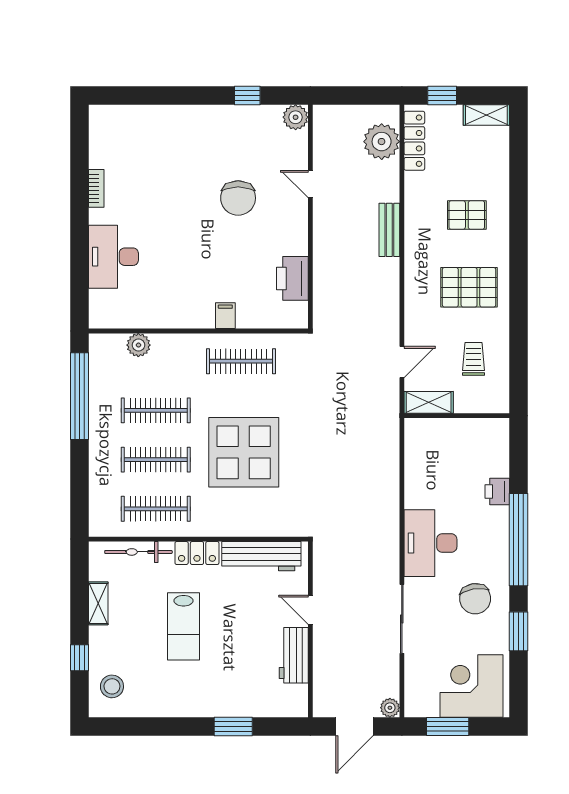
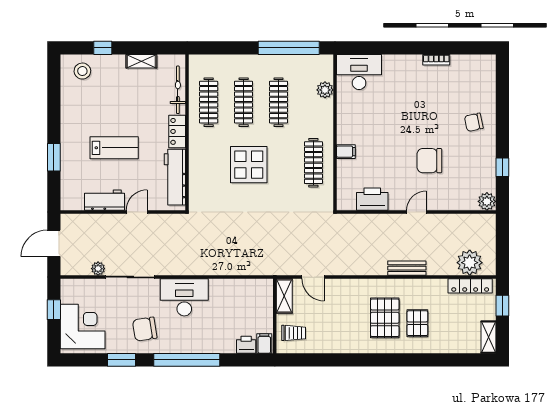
chair: (184, 136) -> (474, 122), added
door: (310, 184) -> (416, 212), moved
desk: (113, 257) -> (359, 72), moved
pallet: (469, 287) -> (385, 318), moved
trolley: (473, 359) -> (294, 333), moved
filing cabinet: (495, 430) -> (264, 344), added
display table: (244, 452) -> (249, 165), width x0.73, depth x0.73
printer: (497, 491) -> (246, 345), moved
lab bench: (183, 626) -> (114, 148), moved, turned 180
plant: (390, 708) -> (98, 269), moved
door: (354, 727) -> (54, 243), hinge flipped
window: (448, 727) -> (54, 310), width x0.67

